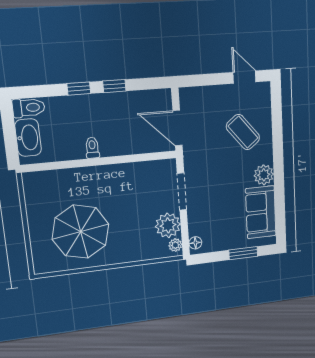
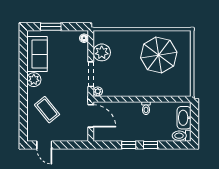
plant: (175, 245) -> (98, 91), moved

